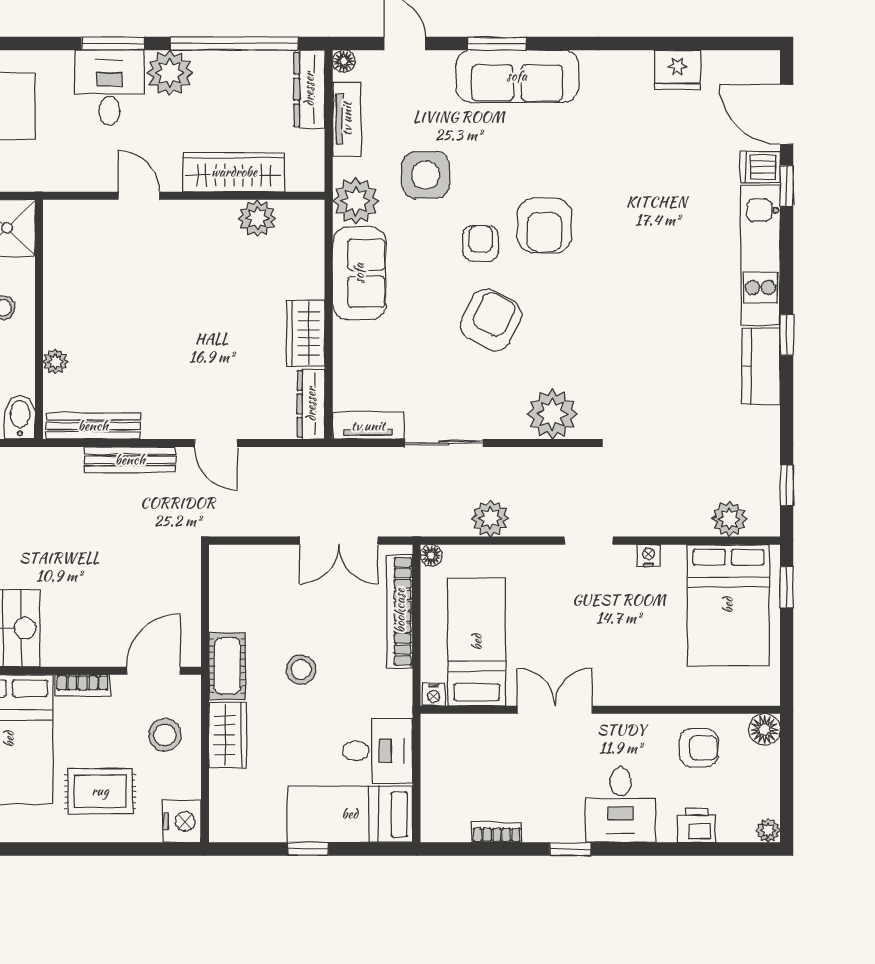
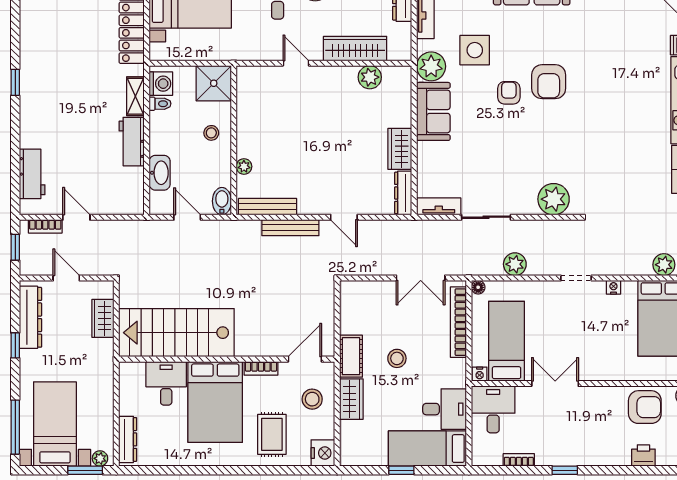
armchair: (491, 320) -> (515, 141), removed
armchair: (699, 748) -> (645, 407), width x1.38, depth x1.38
rug: (100, 791) -> (272, 434), turned 90
desk: (620, 805) -> (493, 409), moved, turned 180

